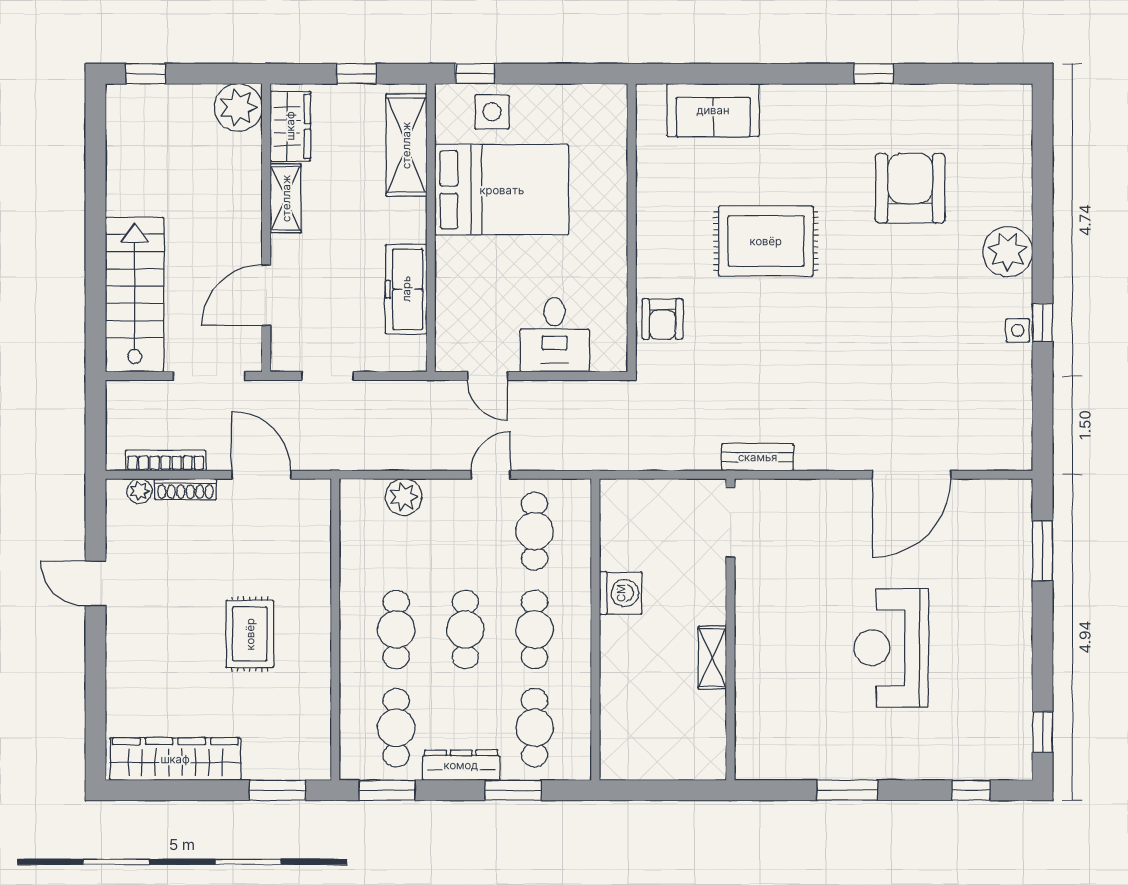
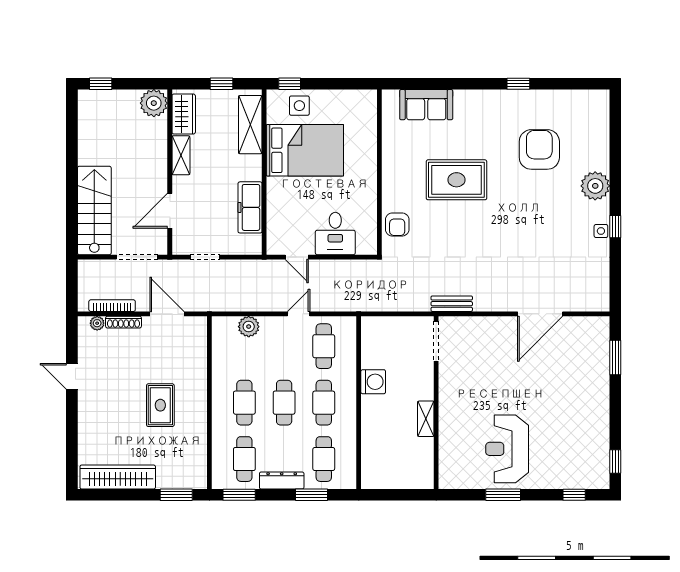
reception desk: (891, 648) -> (507, 449), moved

